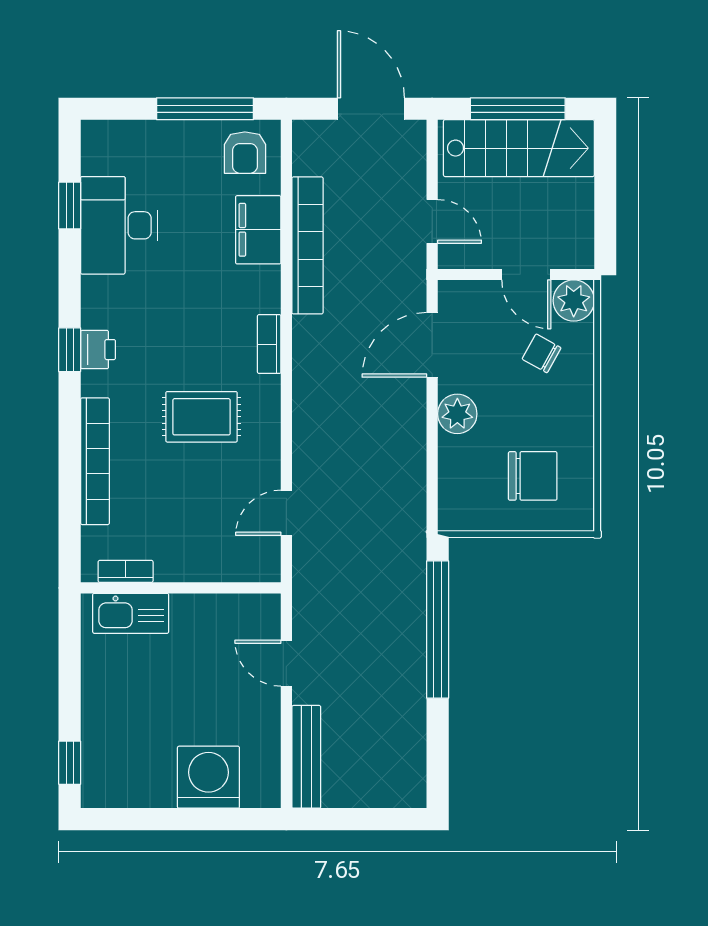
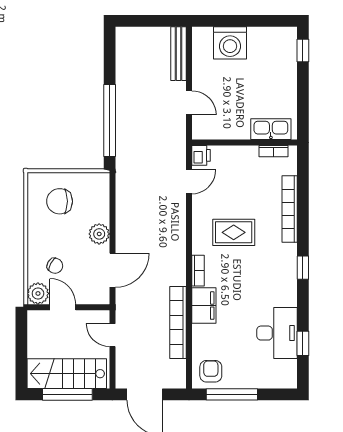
filing cabinet: (258, 230) -> (204, 306), moved
printer: (98, 350) -> (201, 155), moved, turned 180

